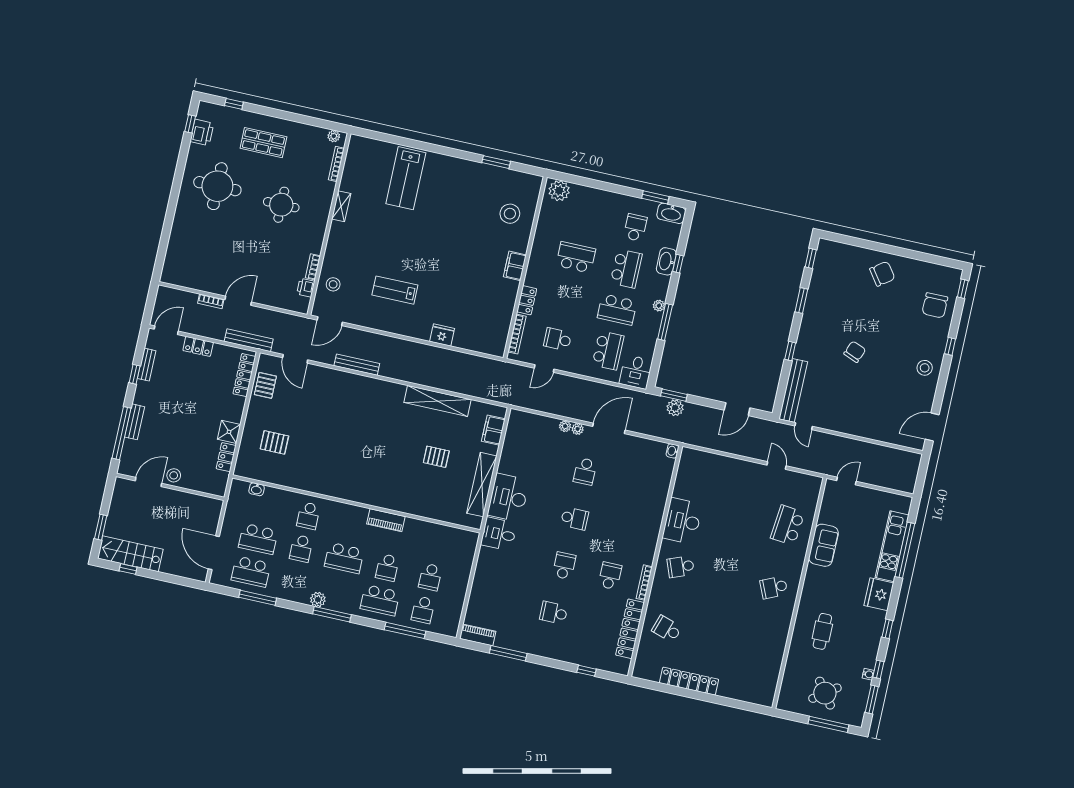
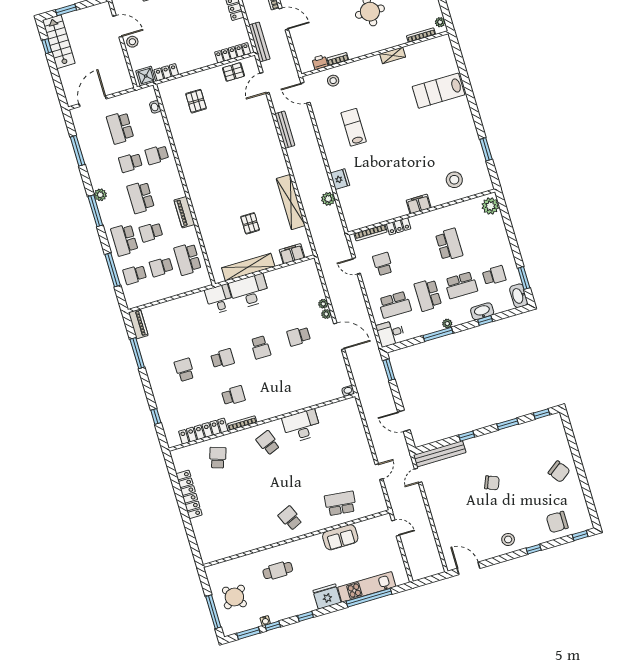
plant: (675, 408) -> (328, 199), moved
shower: (229, 432) -> (146, 76), moved
school desk: (251, 572) -> (188, 259), moved

